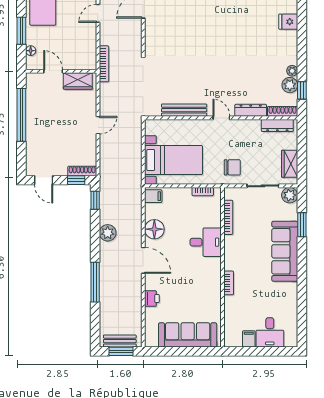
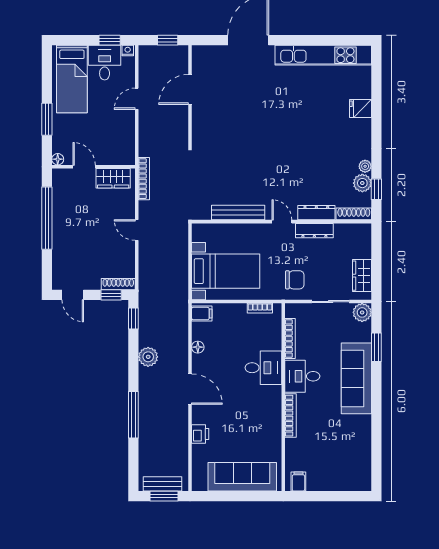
floor lamp: (31, 51) -> (58, 159), moved
bookcase: (104, 64) -> (144, 179), moved
door: (98, 125) -> (137, 230), swing flipped
dresser: (277, 126) -> (314, 231), moved
floor lamp: (154, 229) -> (198, 347), width x0.53, depth x0.53
bookcase: (229, 283) -> (290, 416), width x1.56
desk: (270, 332) -> (302, 376), moved, turned 90
filing cabinet: (249, 339) -> (298, 482), moved

